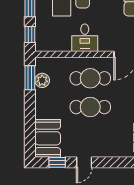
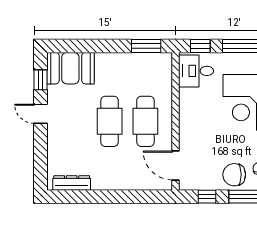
desk: (85, 38) -> (196, 71), moved
plant: (42, 80) -> (143, 61), removed

